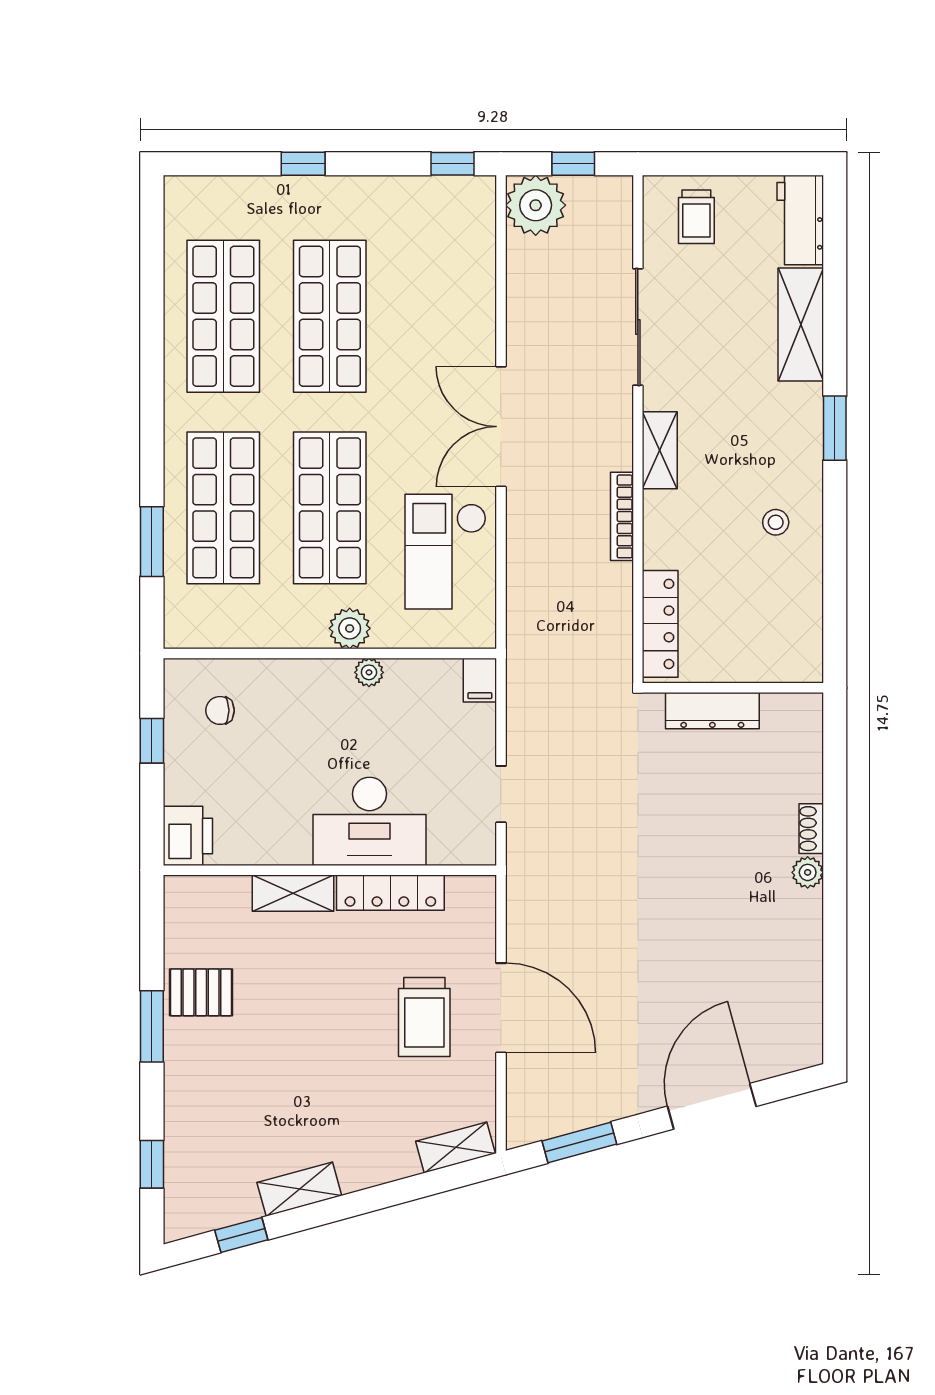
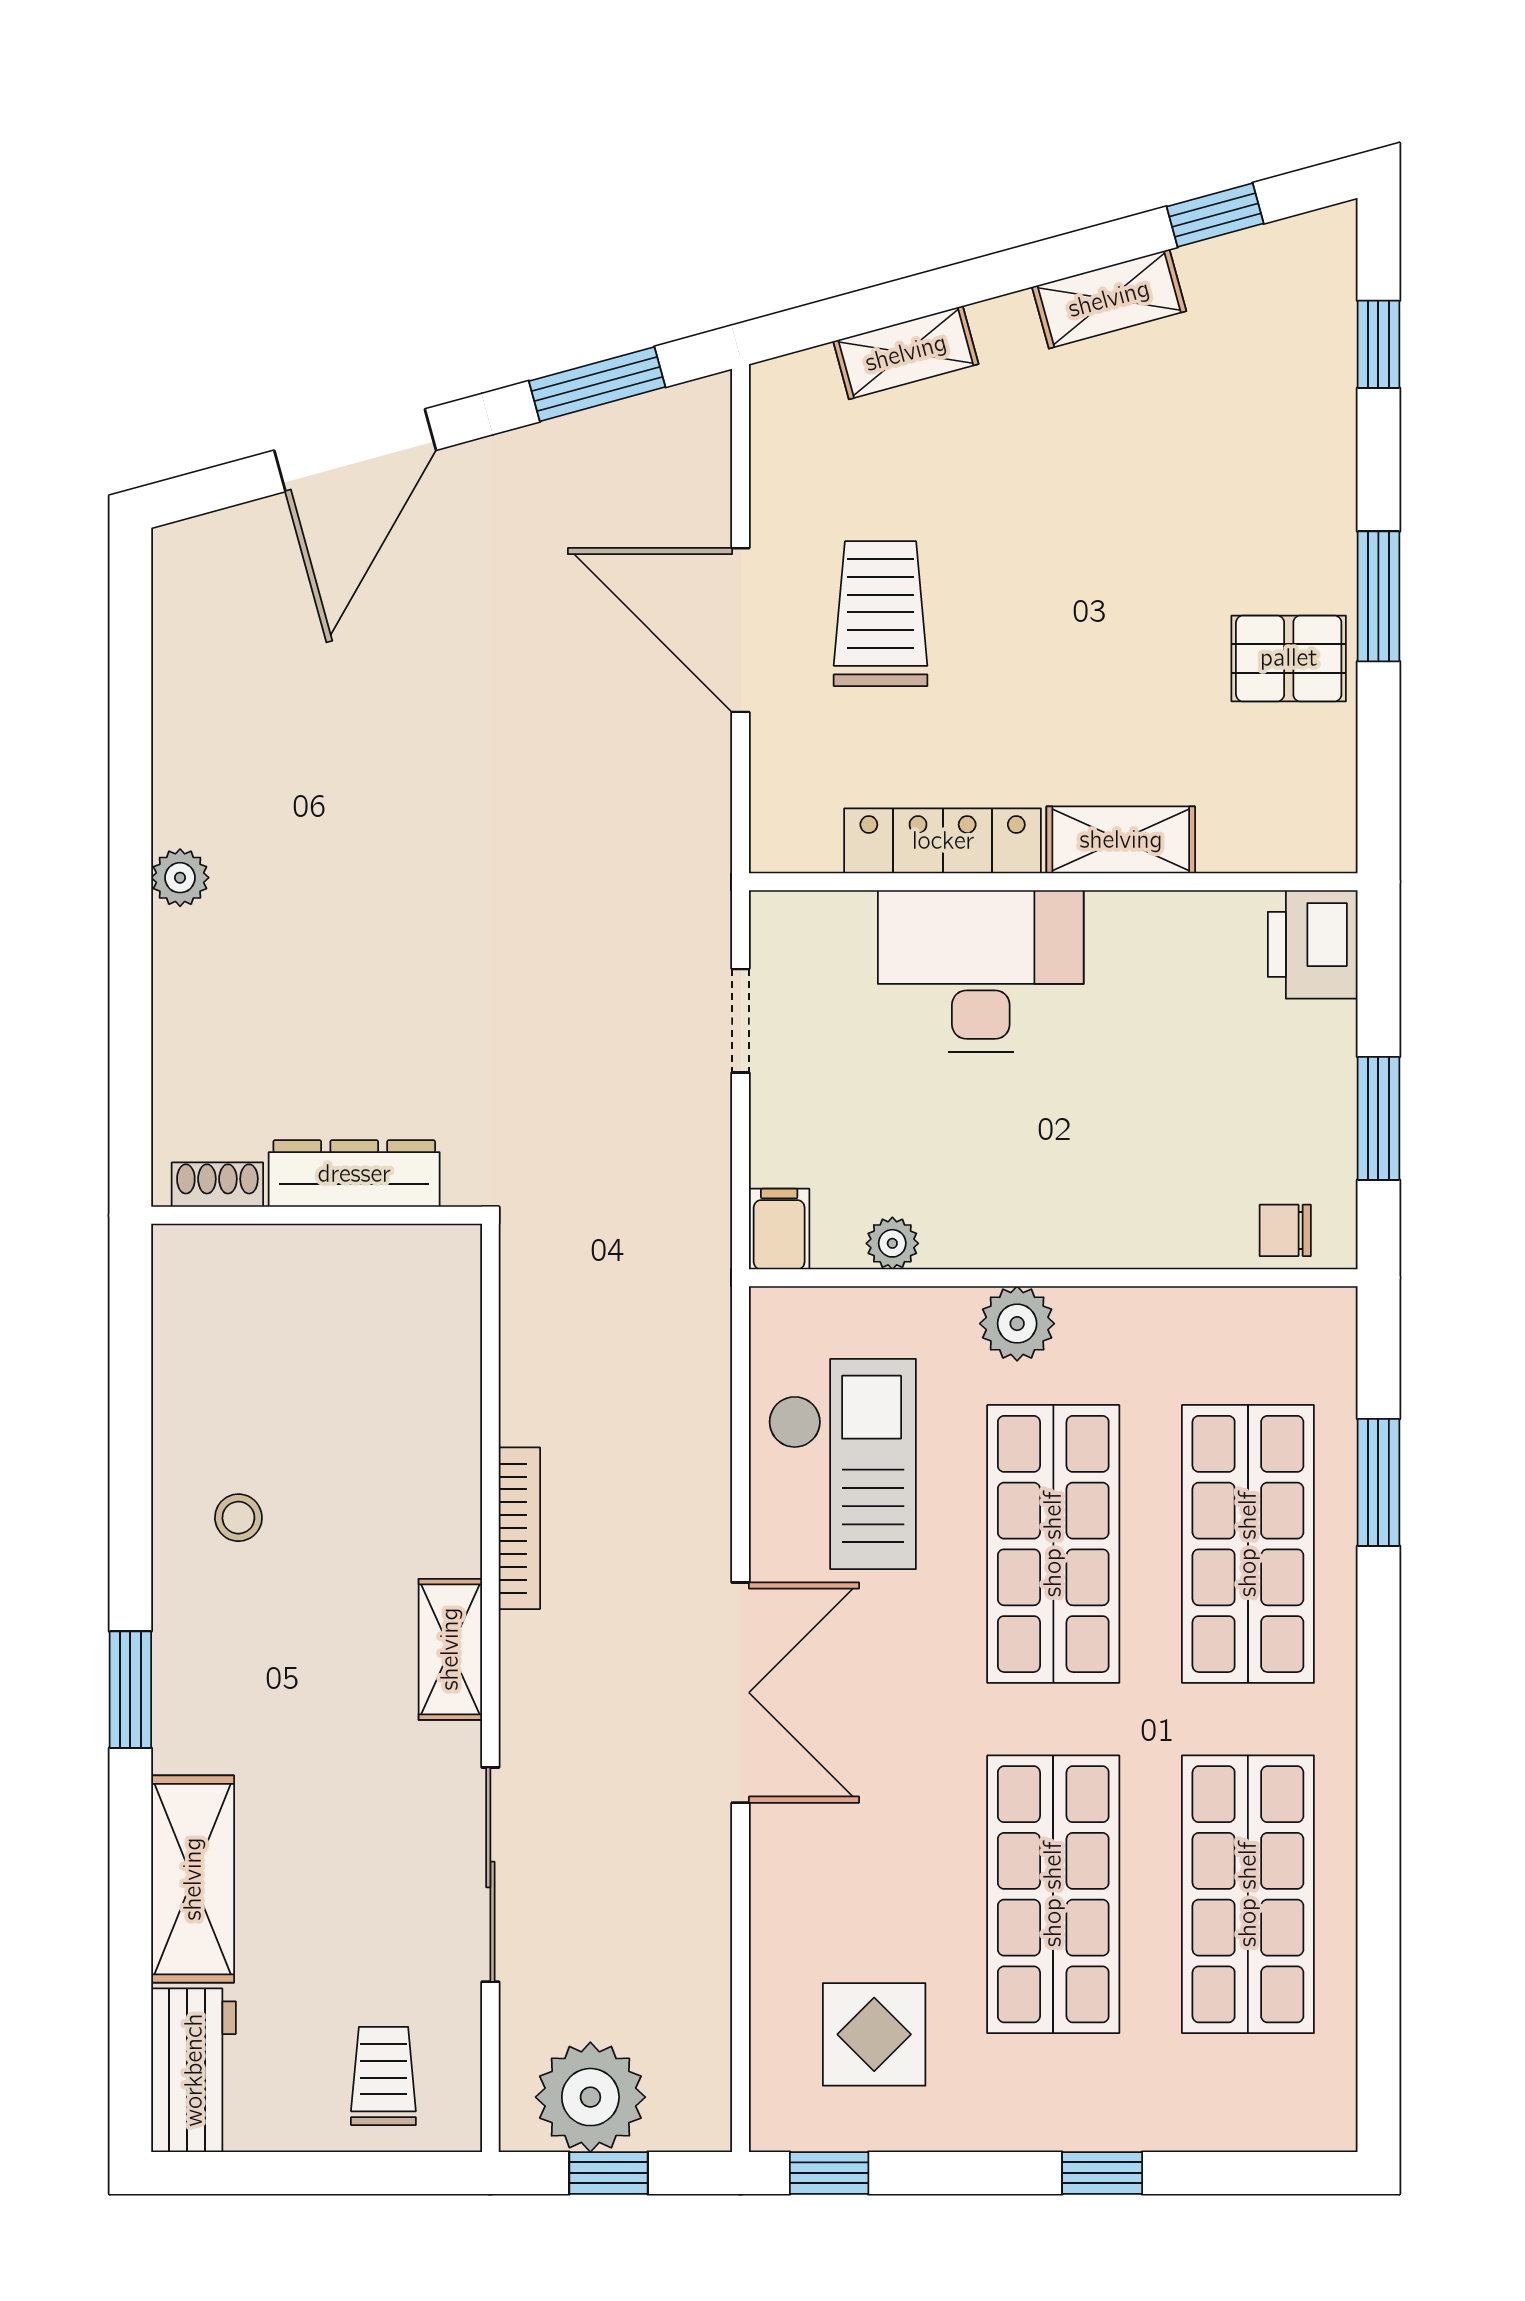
plant: (536, 205) -> (590, 2097), moved
display table: (428, 240) -> (874, 2034), added
locker: (660, 624) -> (450, 1332), removed
plant: (369, 672) -> (892, 1243), moved
chair: (220, 710) -> (1285, 1230), moved, turned 180
window: (152, 741) -> (1378, 1118), width x1.50
shoe rack: (811, 829) -> (217, 1185), moved, turned -90
shelving: (456, 1147) -> (906, 353), moved

